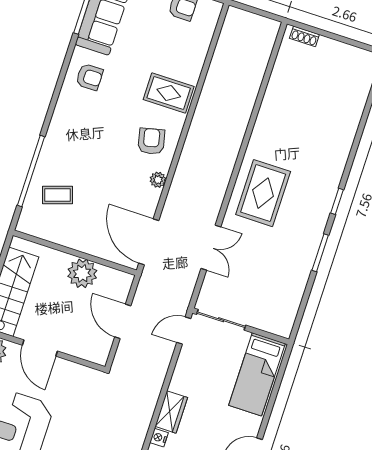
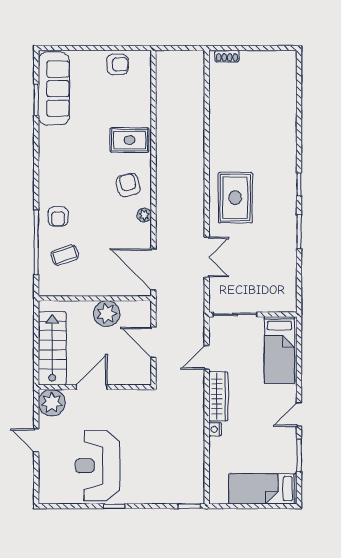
armchair: (89, 77) -> (58, 216), moved, turned 90
door: (184, 331) -> (207, 357), moved
door: (40, 348) -> (92, 387), swing flipped
wardrobe: (171, 412) -> (218, 396), width x1.50

